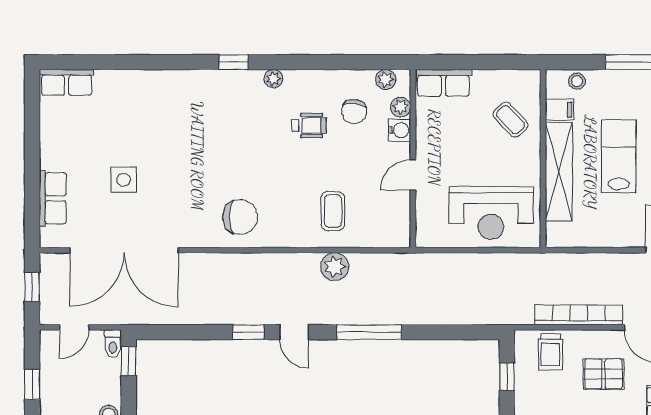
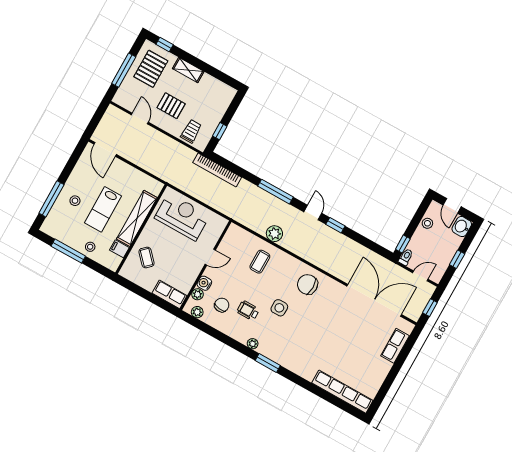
window: (233, 62) -> (268, 363), width x1.50
stool: (577, 81) -> (90, 247), moved
row of seats: (67, 82) -> (342, 392), width x2.02
side table: (124, 180) -> (279, 308), moved
bookcase: (579, 315) -> (217, 170), moved

